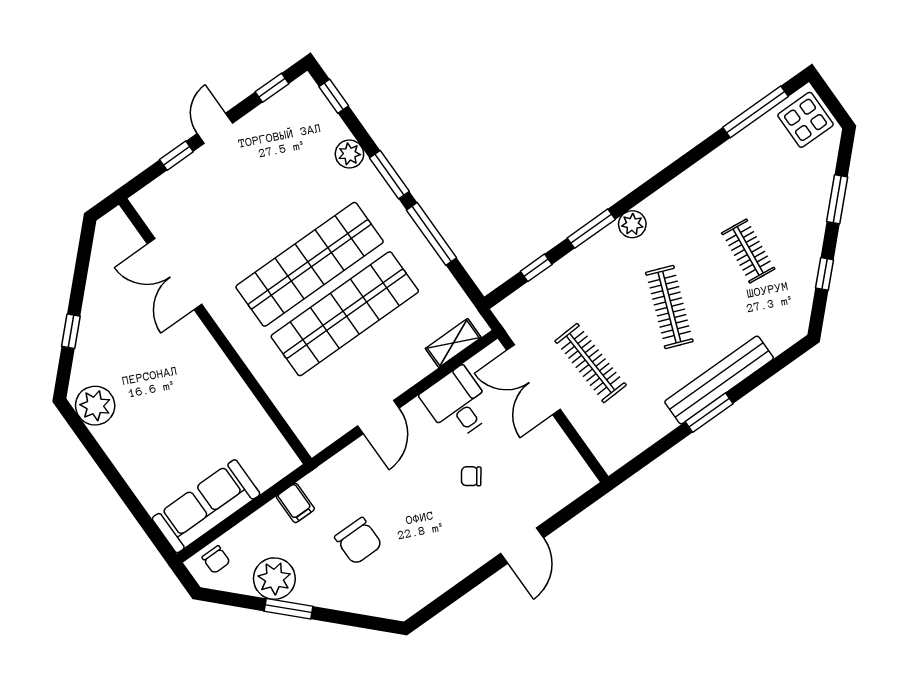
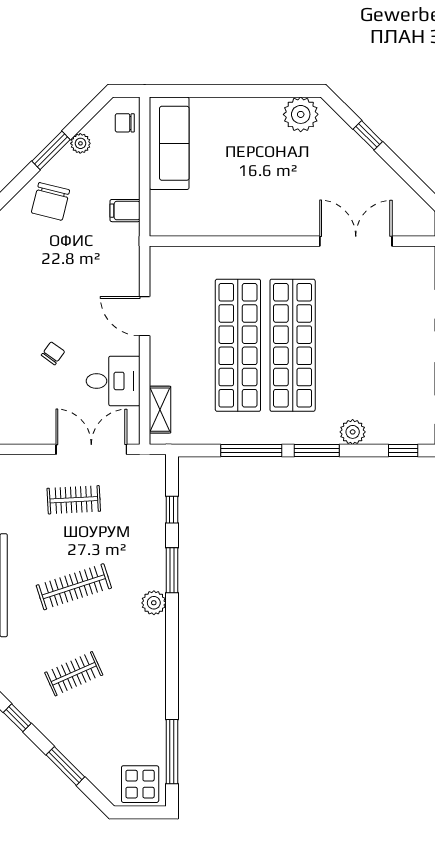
clothes rail: (748, 251) -> (74, 674), turned -30
clothes rail: (669, 307) -> (74, 587), turned -39
clothes rail: (591, 363) -> (74, 500), width x0.73
chair: (358, 541) -> (51, 201), moved, turned -76
plant: (274, 579) -> (80, 143), width x0.53, depth x0.53

